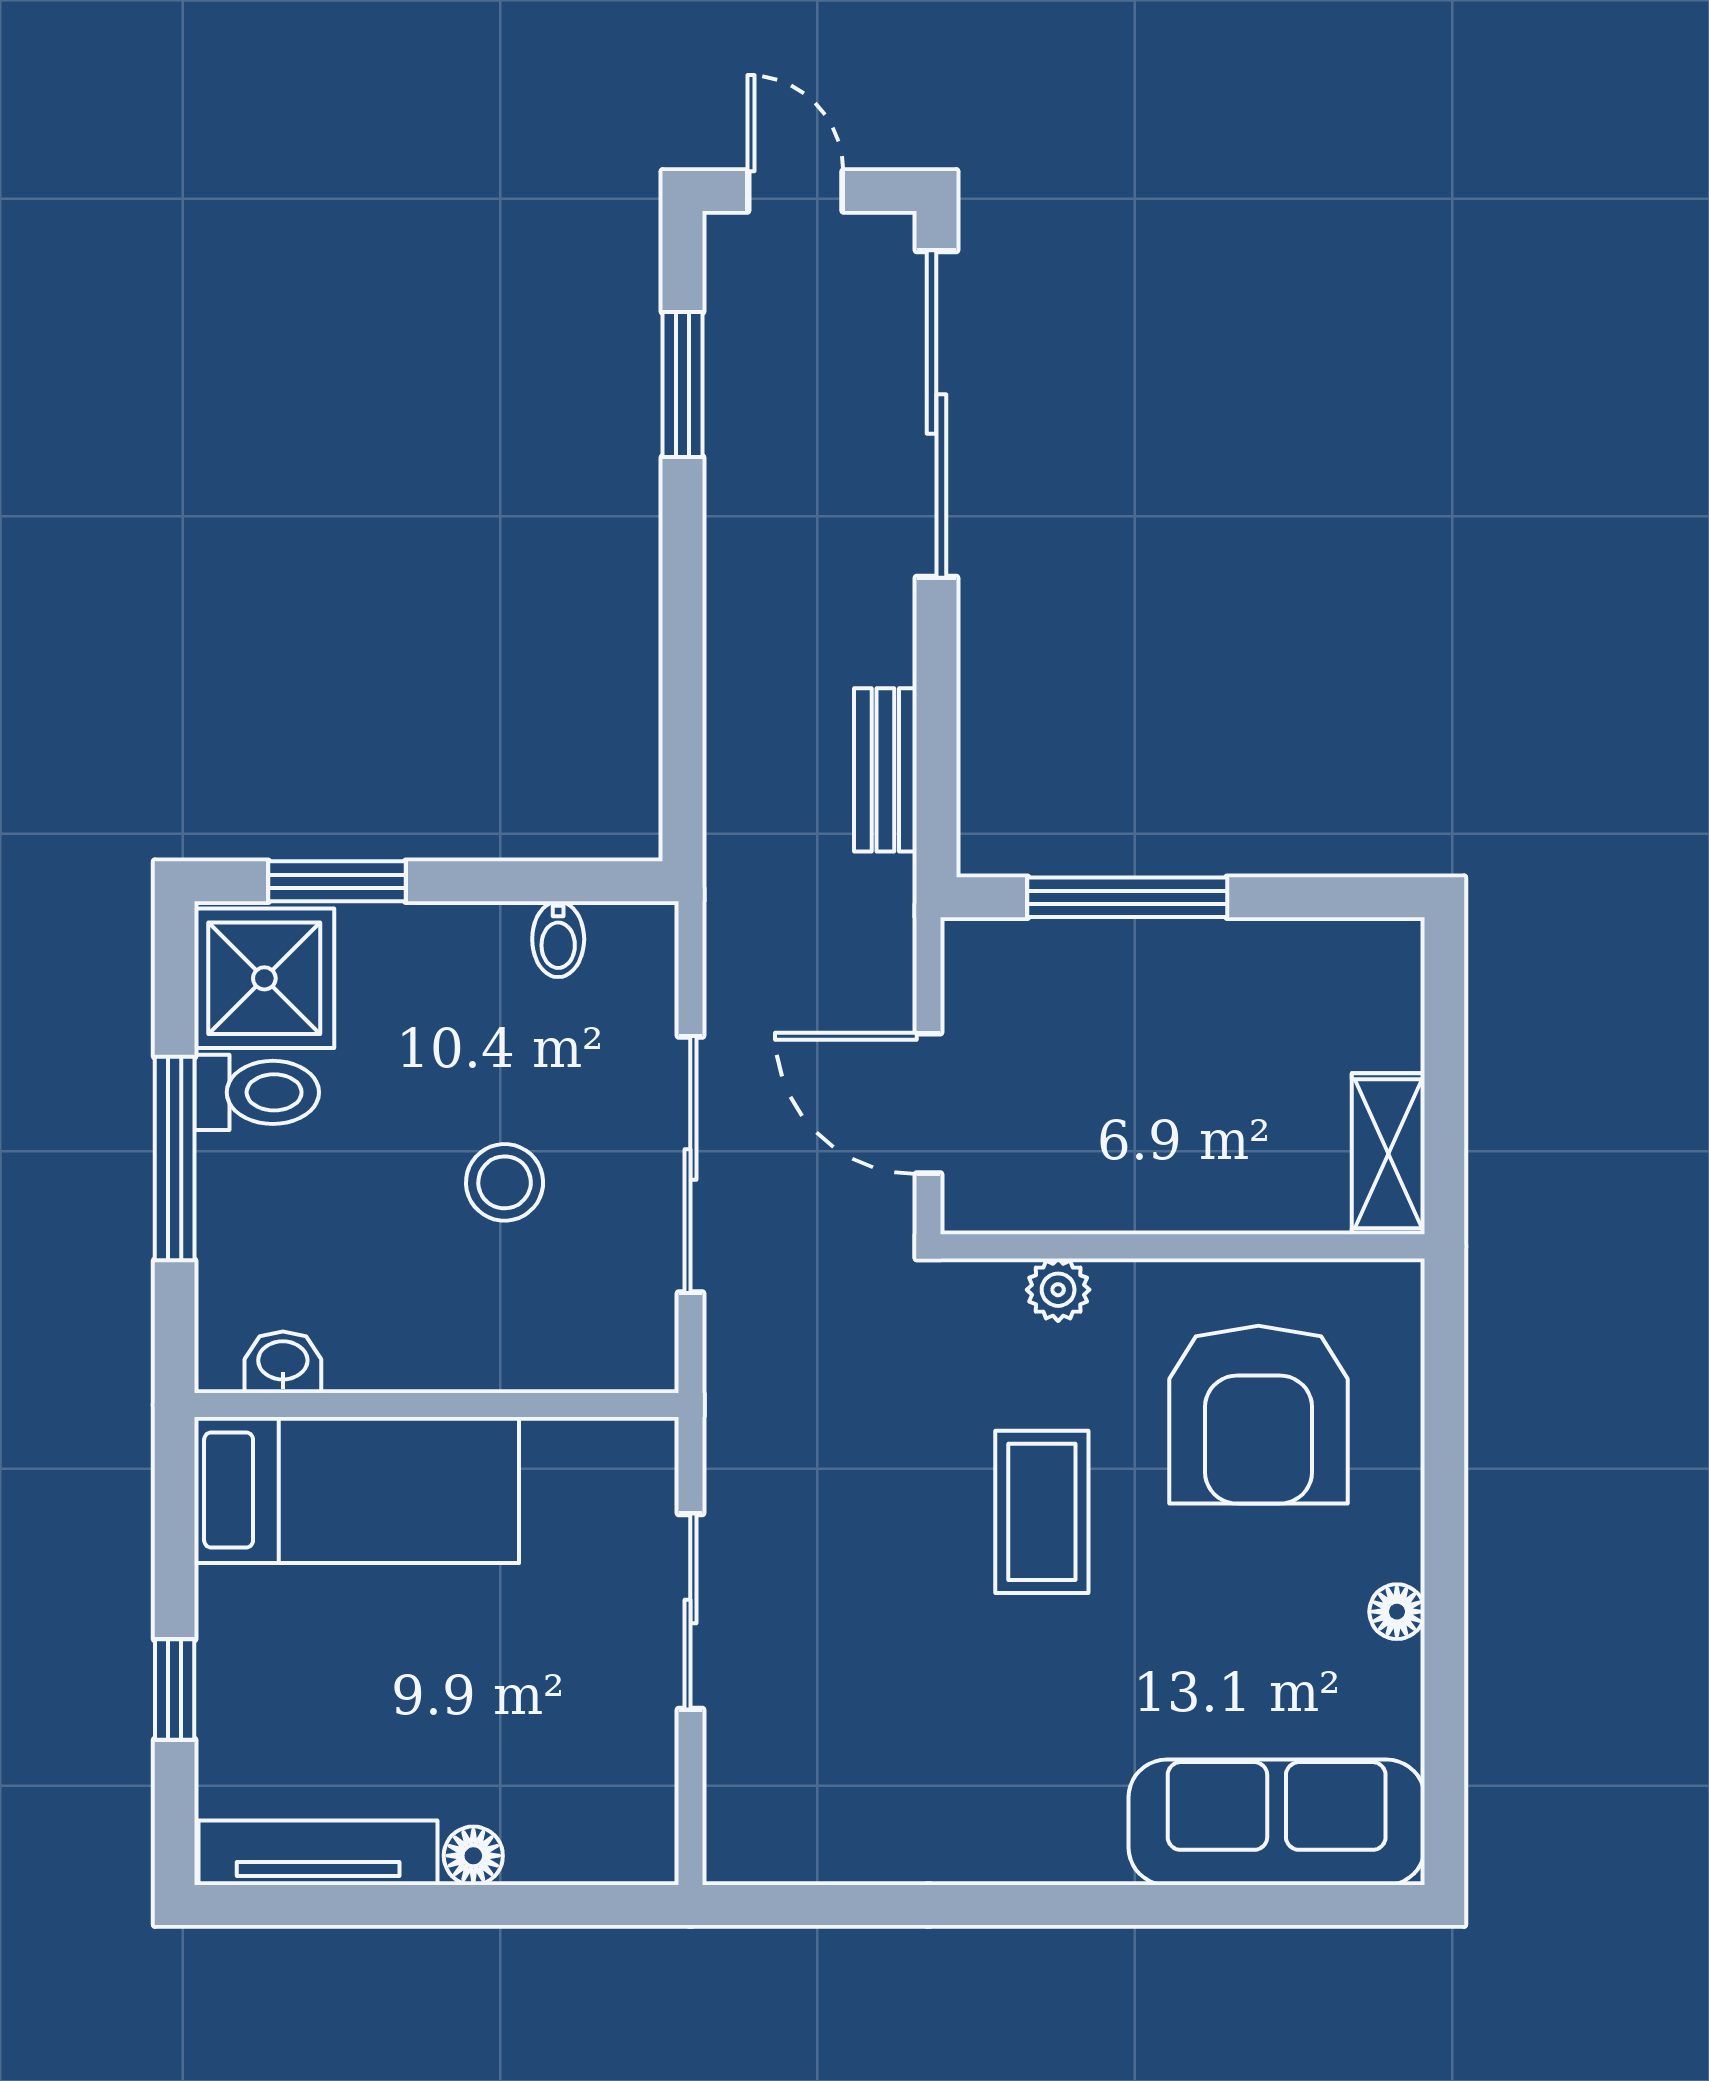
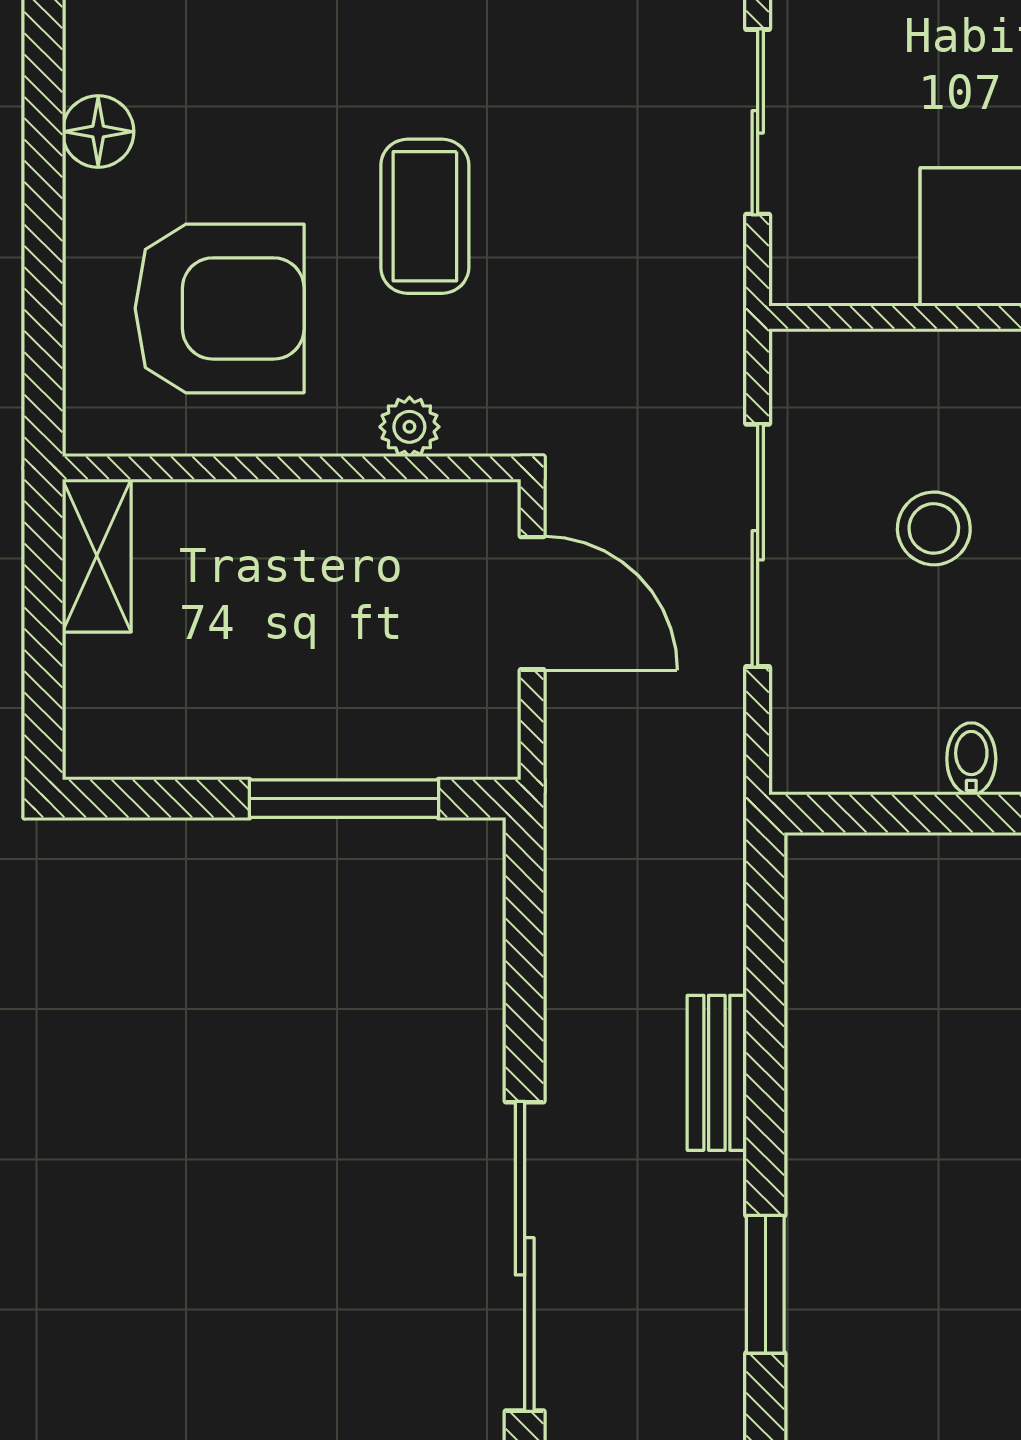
bench: (885, 770) -> (717, 1073), moved
bidet: (558, 939) -> (971, 759), moved
armchair: (1258, 1415) -> (220, 308), turned 90
floor lamp: (1397, 1612) -> (98, 132), width x1.37, depth x1.37

